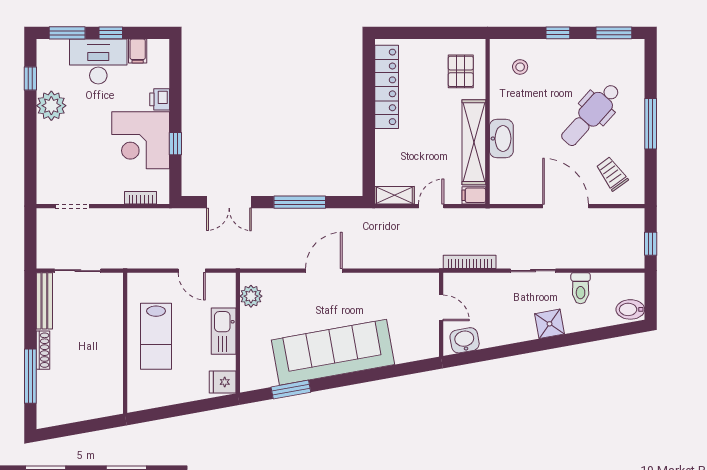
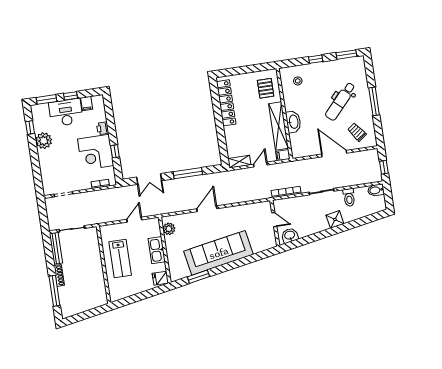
door: (192, 271) -> (134, 220), swing flipped
bidet: (630, 309) -> (376, 190), moved

